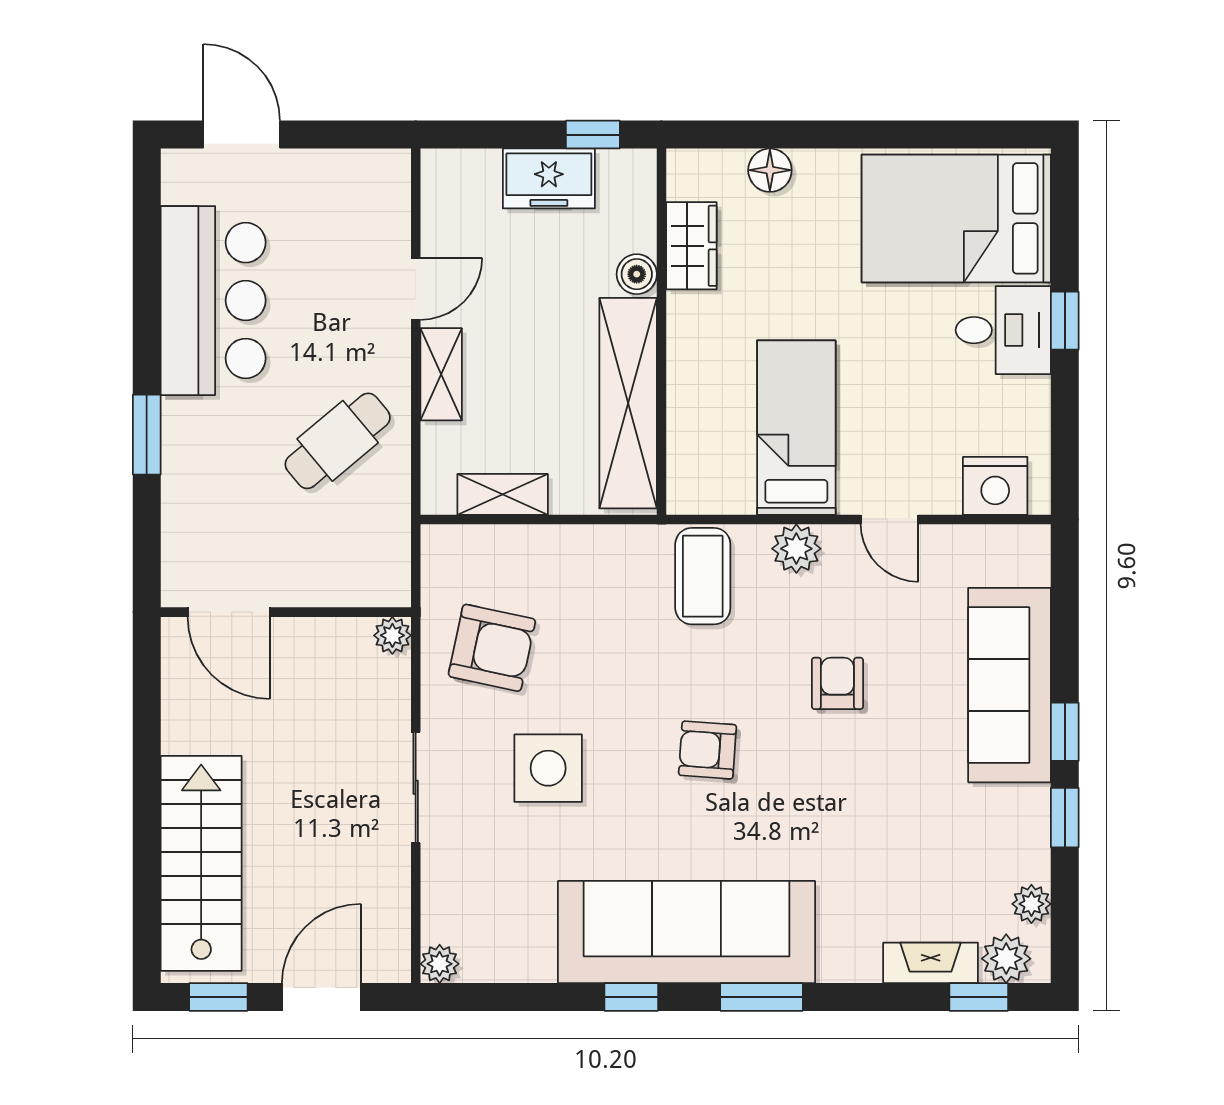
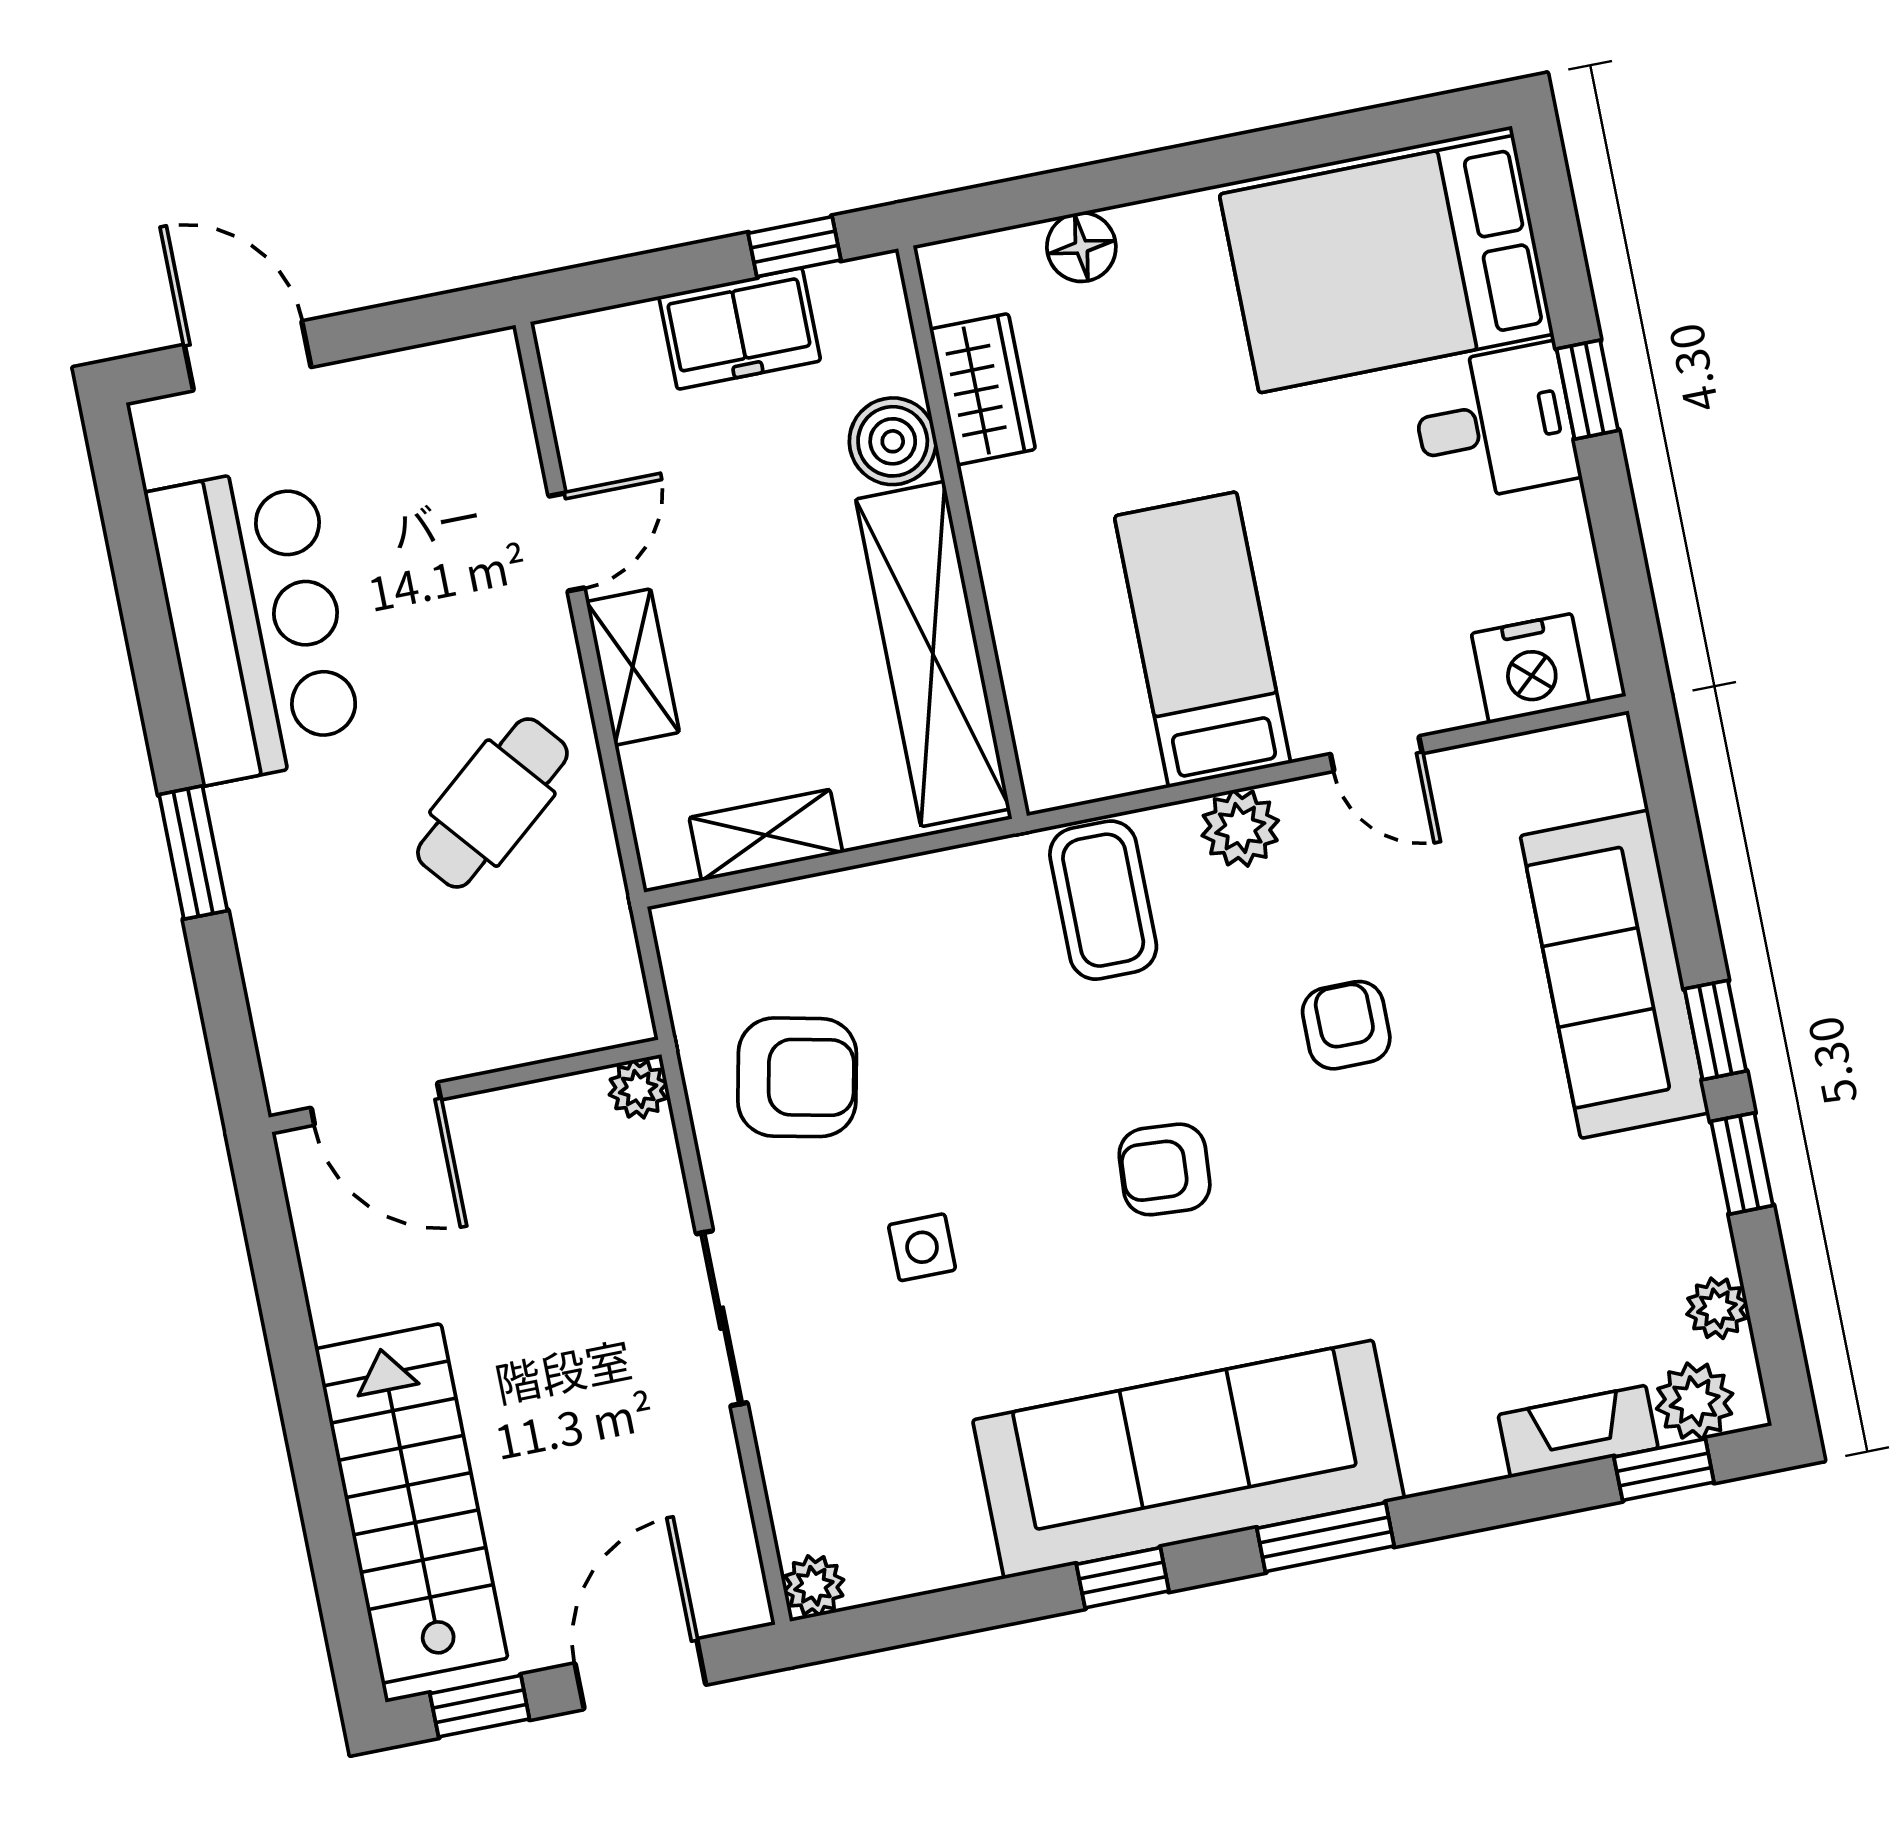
boiler: (637, 274) -> (893, 441), width x1.36, depth x1.36
side table: (548, 768) -> (922, 1247), width x0.54, depth x0.54

